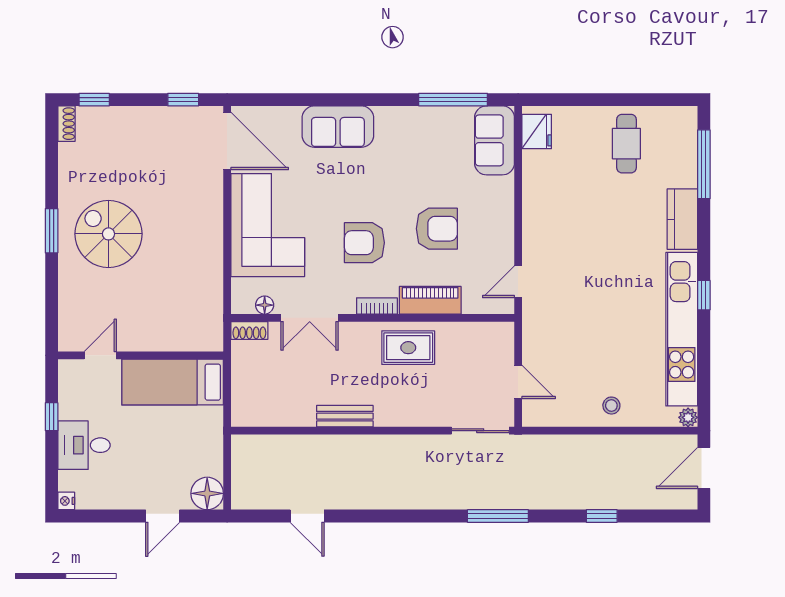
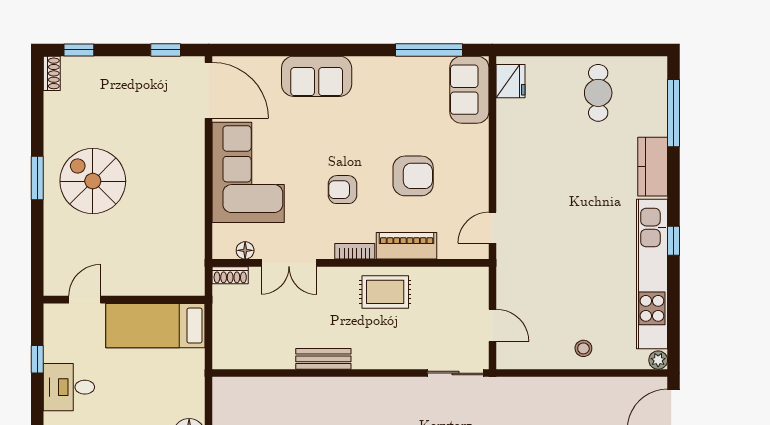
armchair: (364, 243) -> (343, 190), width x0.72, depth x0.72

